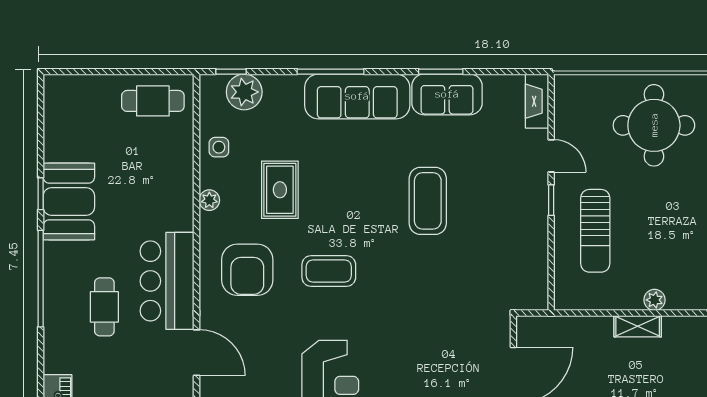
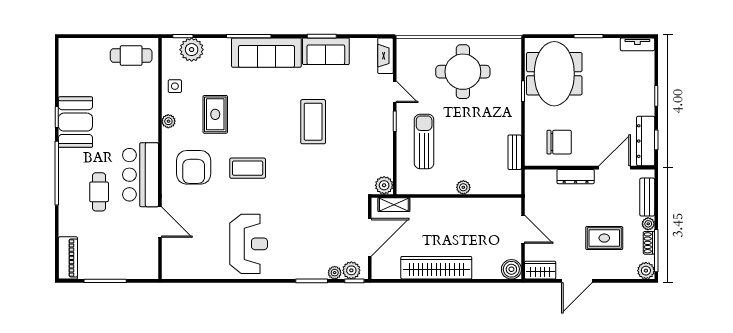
sun lounger: (595, 231) -> (424, 142), turned 180
plant: (535, 297) -> (384, 185), added
shelving: (638, 326) -> (394, 205), moved

